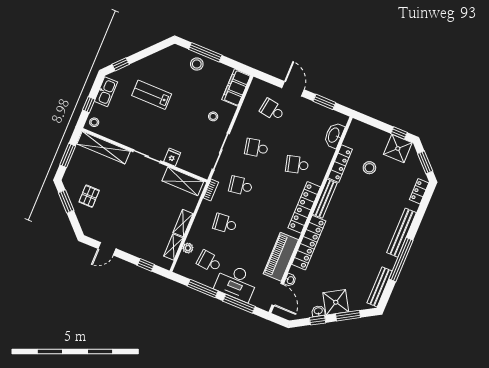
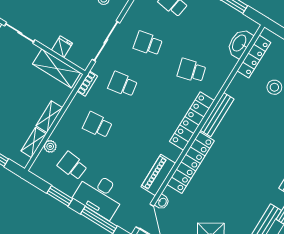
fridge: (172, 157) -> (62, 47), moved
locker: (340, 164) -> (254, 57), moved
piano: (281, 257) -> (158, 175), width x0.73, depth x0.75
window: (203, 289) -> (60, 196), width x0.69

